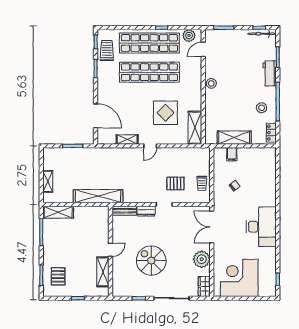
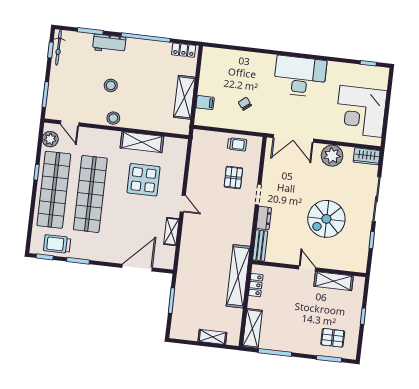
stool: (262, 108) -> (111, 85), moved
shelving: (195, 128) -> (142, 142), moved
locker: (93, 211) -> (256, 285), added

